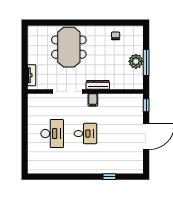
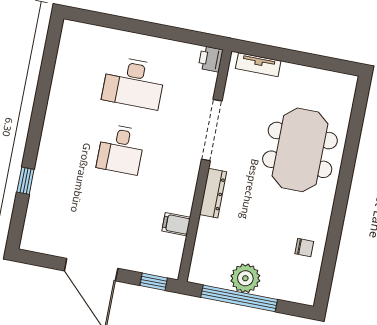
meeting table: (69, 47) -> (300, 150), turned 90
window: (146, 62) -> (239, 298), width x1.46
printer: (33, 99) -> (211, 59), added
filing cabinet: (93, 100) -> (176, 224), moved

